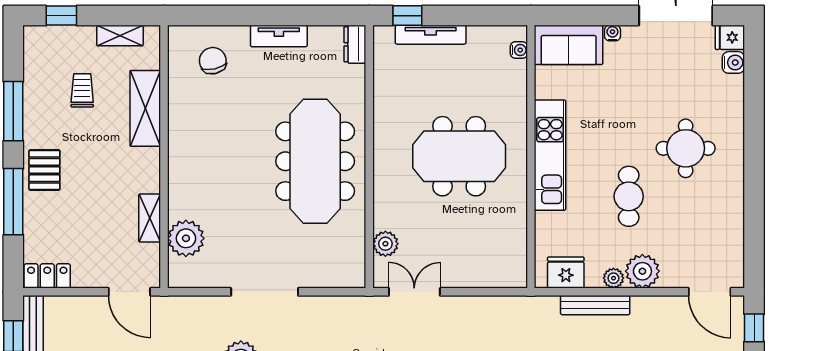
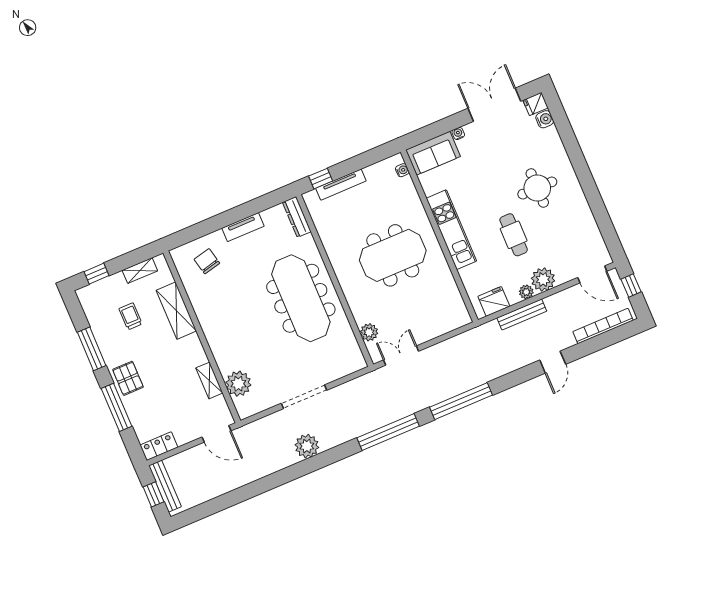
dresser: (355, 44) -> (297, 217), width x1.44

